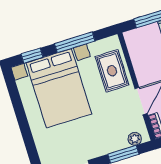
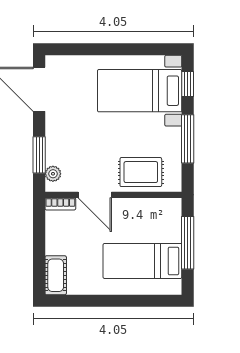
bed with nightstands: (59, 88) -> (140, 91), width x0.73

